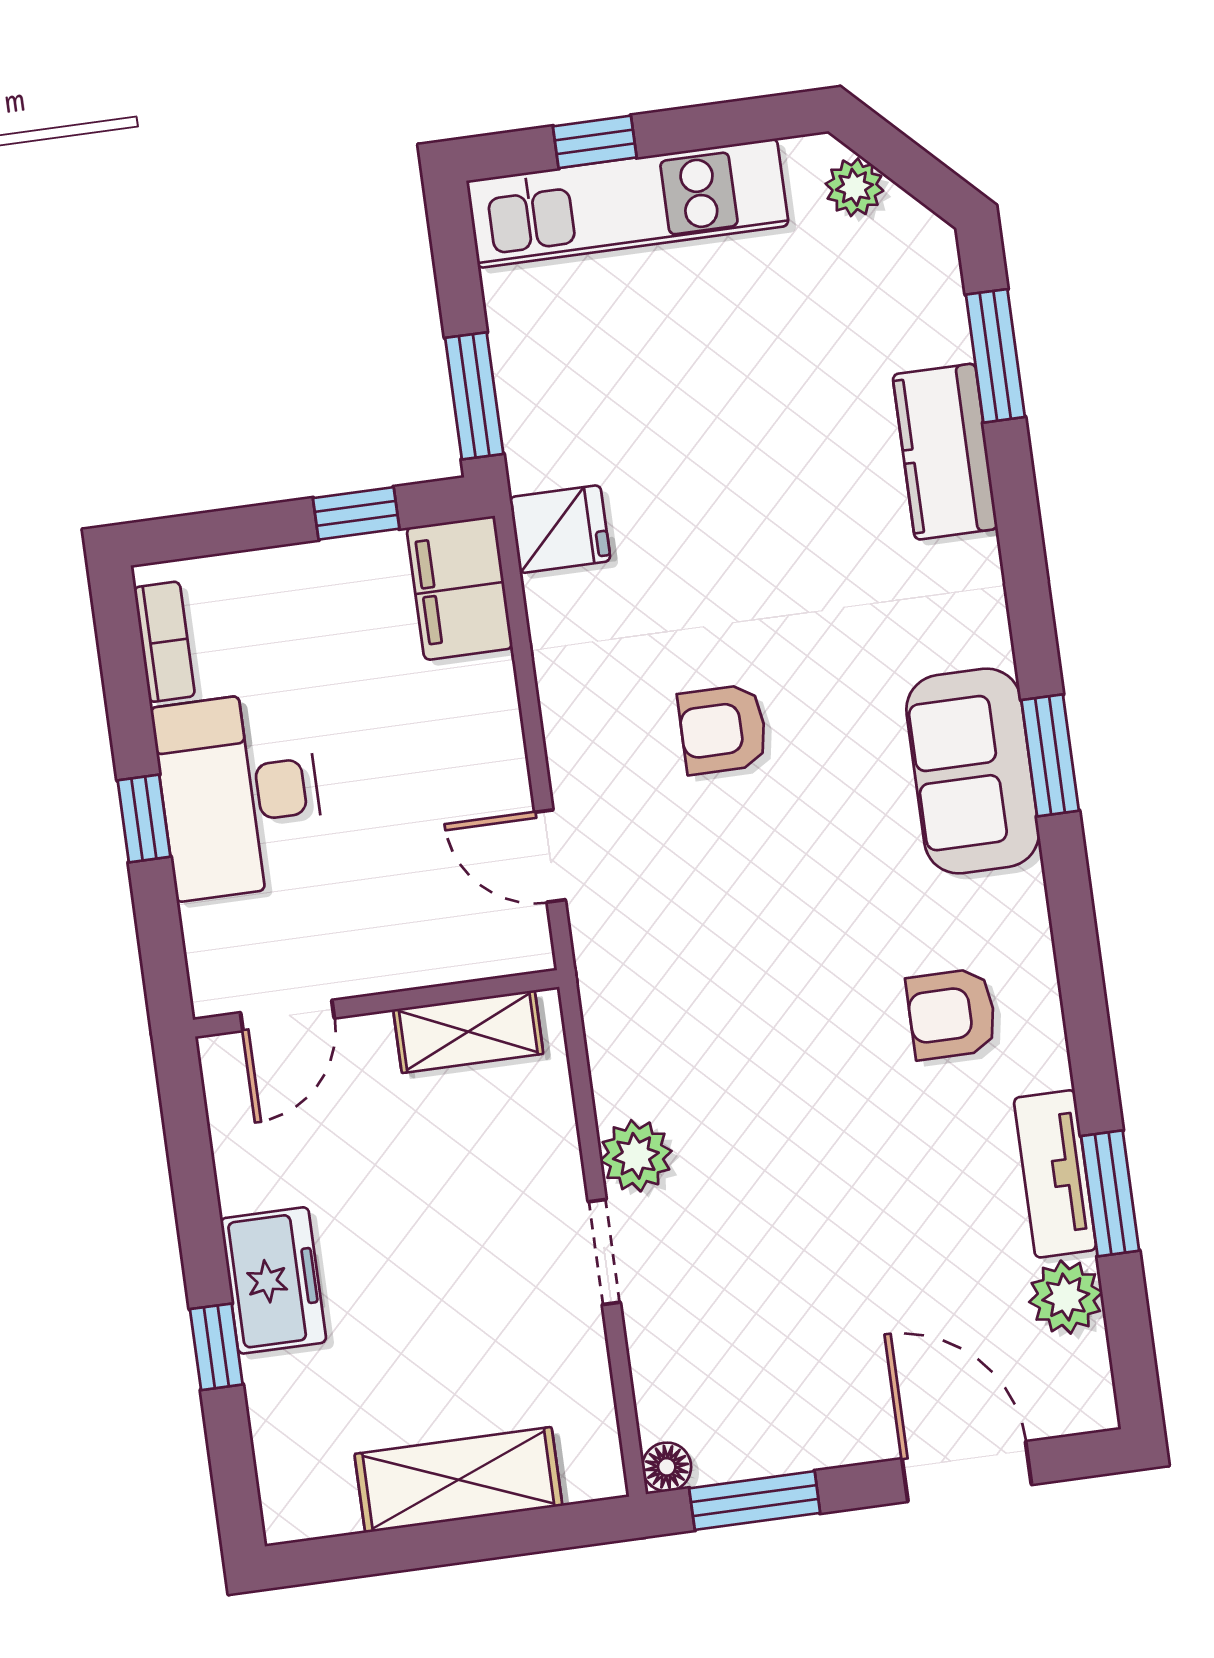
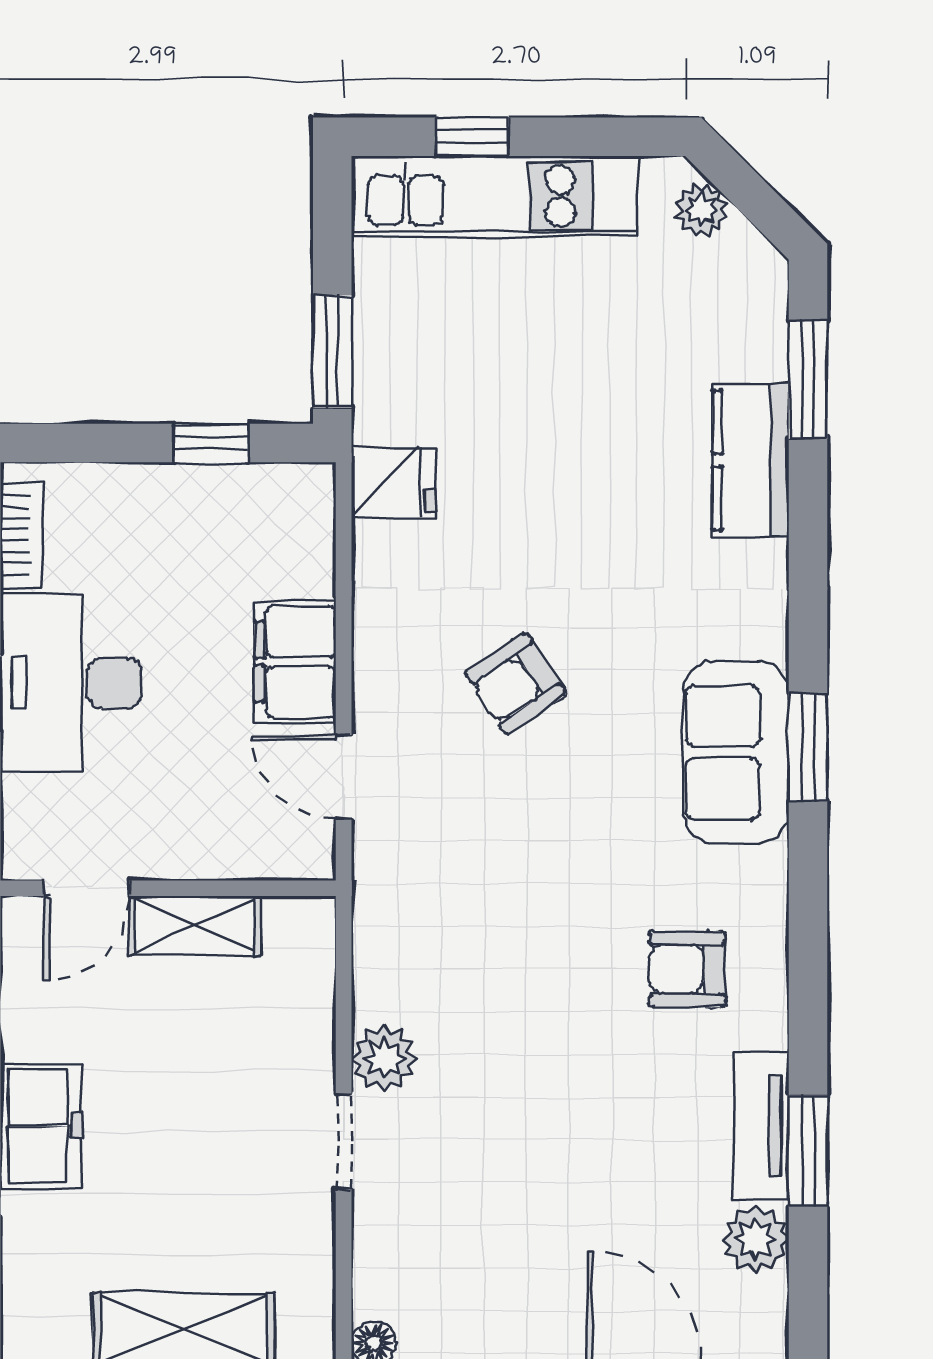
filing cabinet: (460, 588) -> (295, 662), moved
armchair: (723, 729) -> (516, 684), turned -34
shelving: (468, 1032) -> (195, 925), moved

